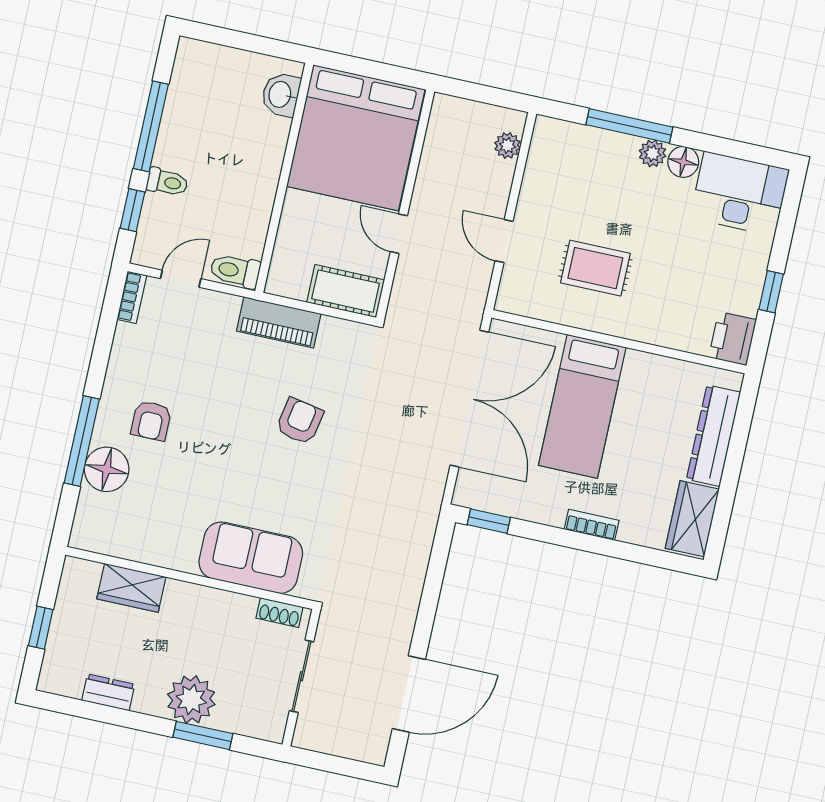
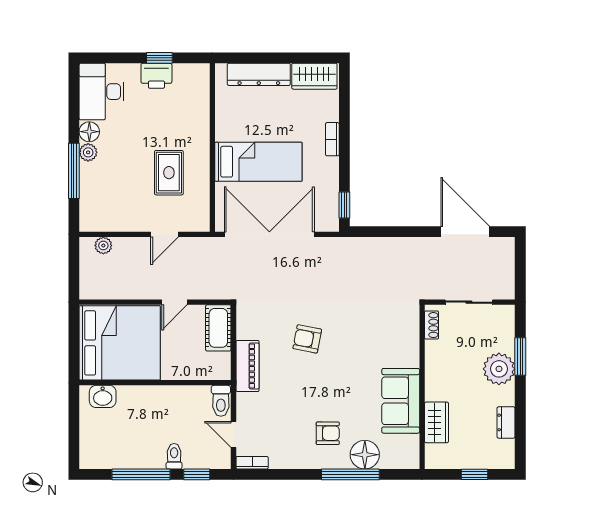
printer: (733, 339) -> (156, 76), moved
sofa: (251, 558) -> (401, 401), moved

